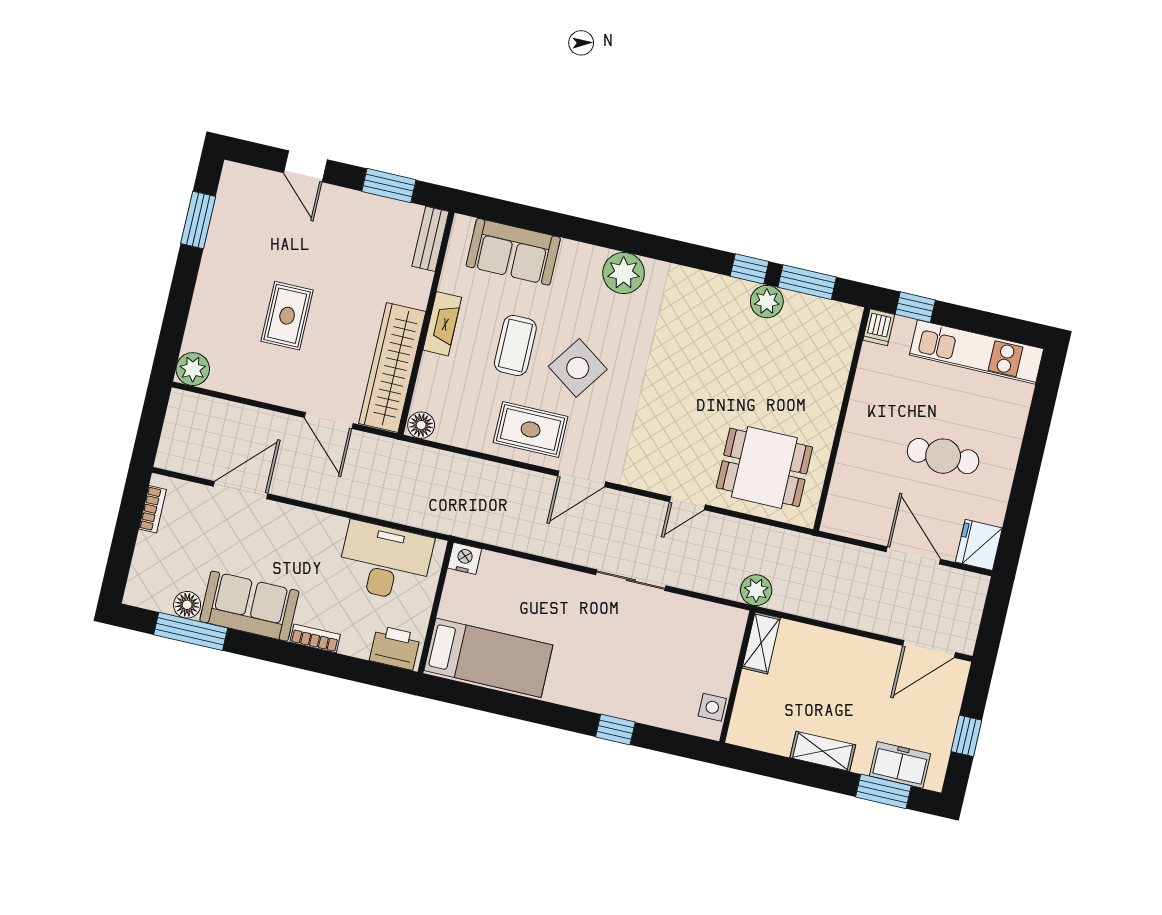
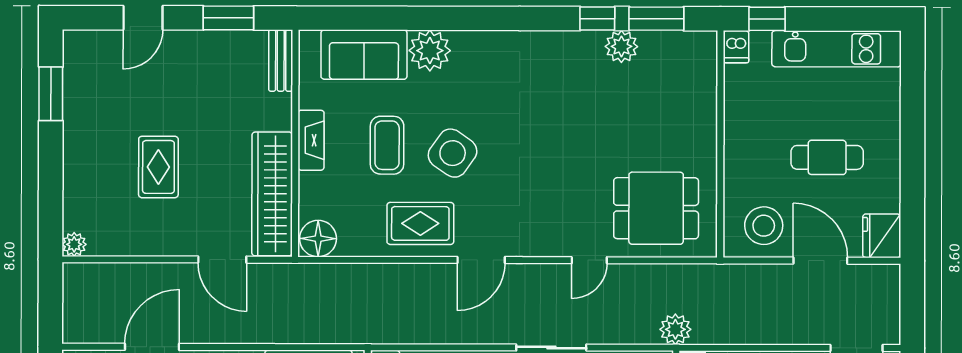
door: (305, 166) -> (143, 18), hinge flipped
plant: (624, 273) -> (430, 51), moved
plant: (193, 369) -> (74, 244), width x0.73, depth x0.73
floor lamp: (421, 425) -> (318, 239), width x1.38, depth x1.38
stool: (866, 509) -> (764, 226), added

